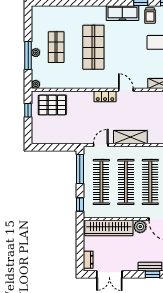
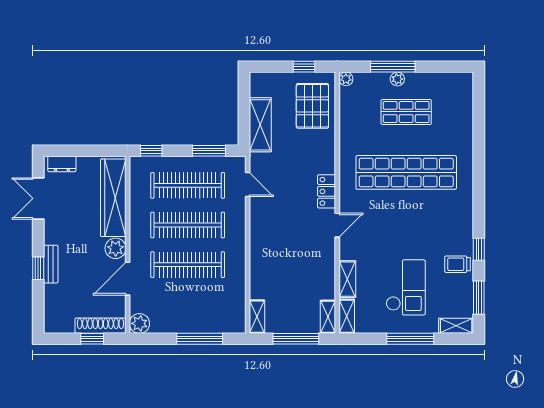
freezer: (122, 13) -> (461, 220), removed
shop shelf: (93, 47) -> (406, 172), width x1.40
shelving: (130, 137) -> (260, 125), moved
window: (80, 169) -> (209, 151), width x0.69

